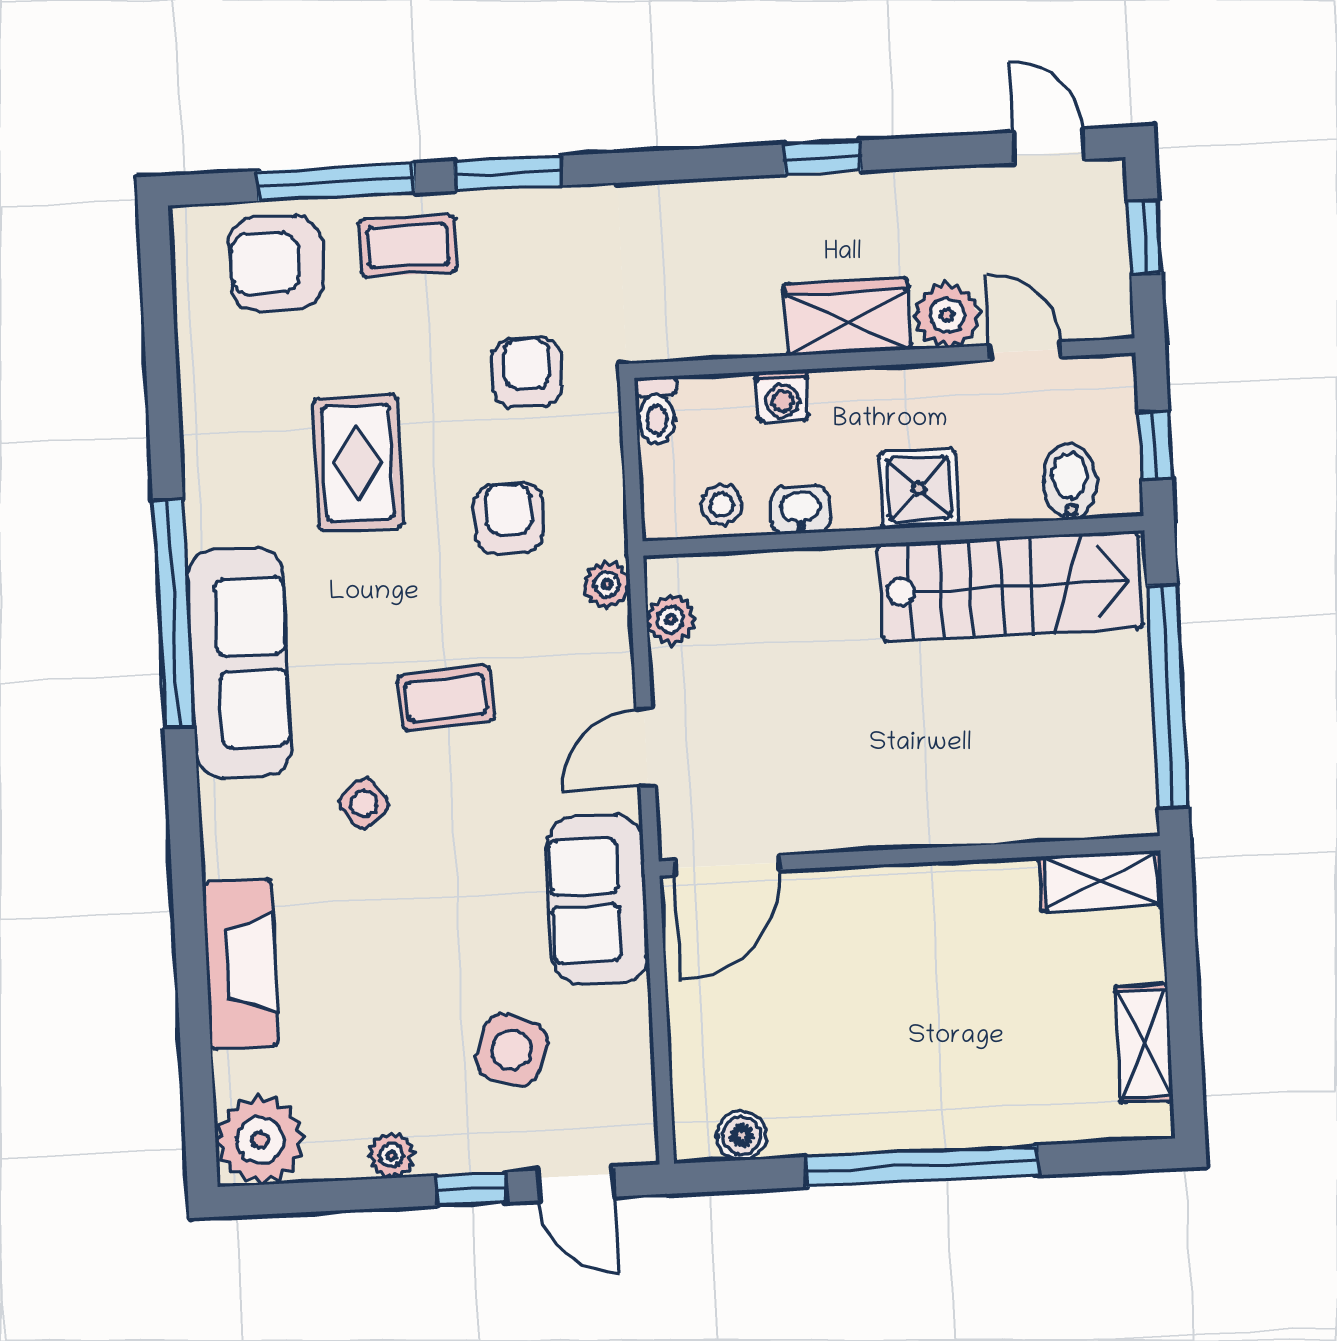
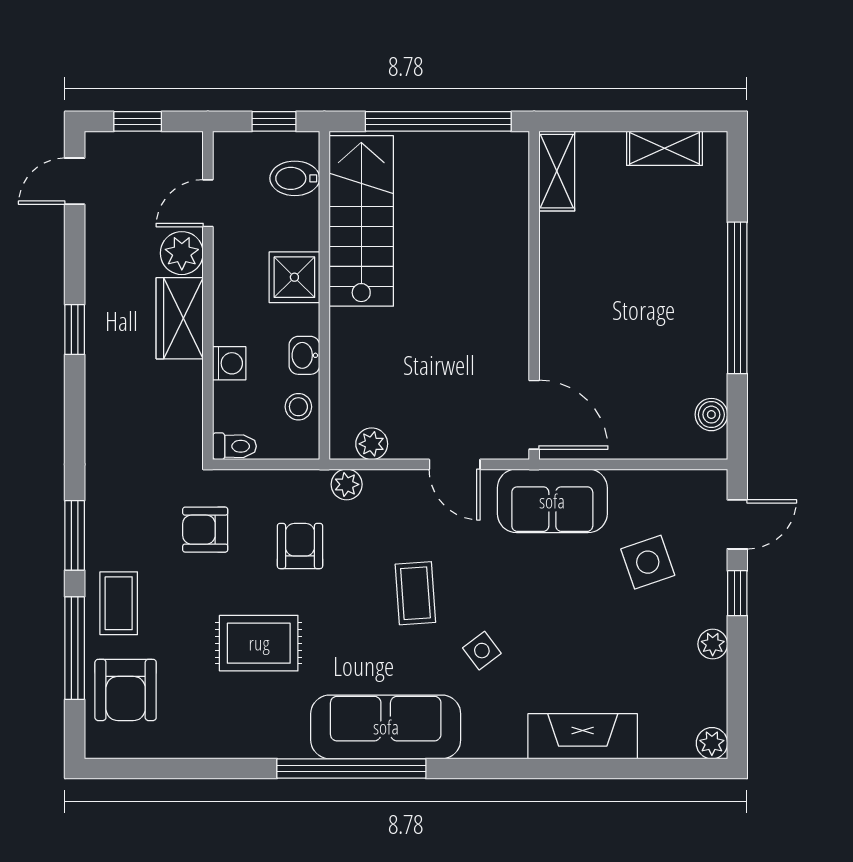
armchair: (509, 518) -> (300, 546), turned 90
side table: (511, 1050) -> (648, 562), turned -38
plant: (260, 1140) -> (712, 743), width x0.53, depth x0.53

